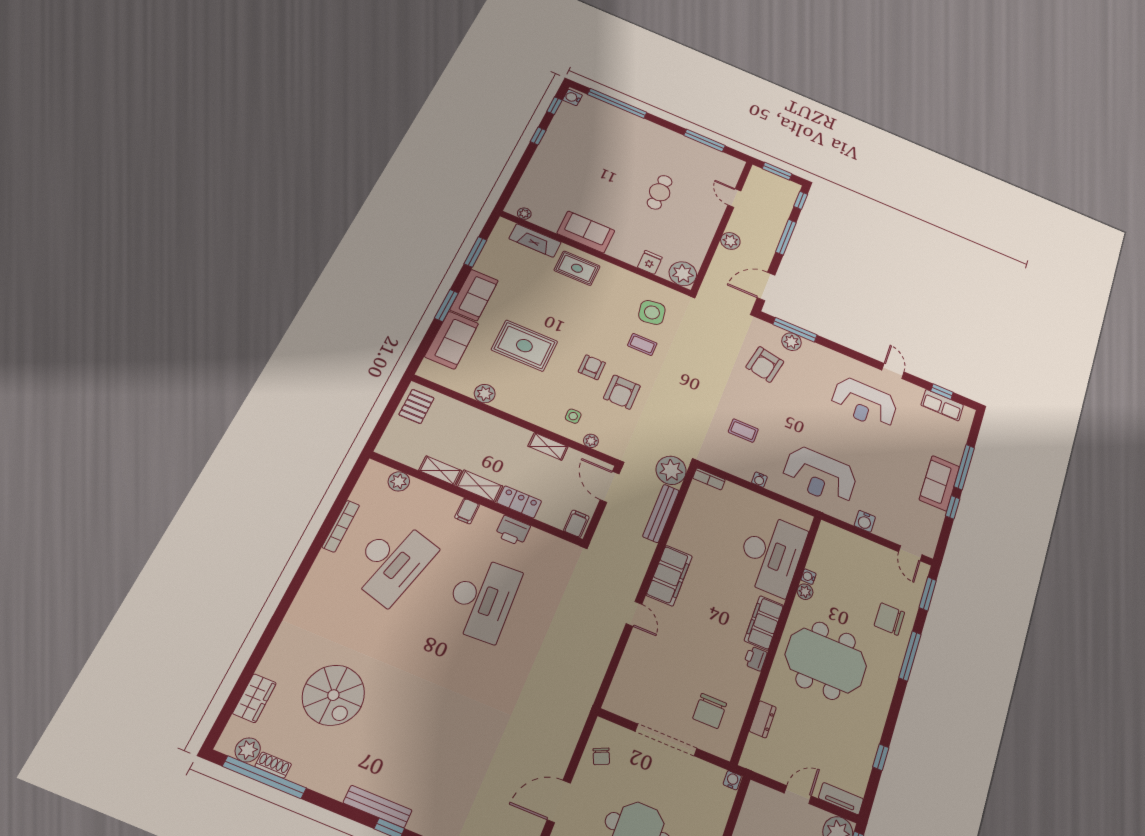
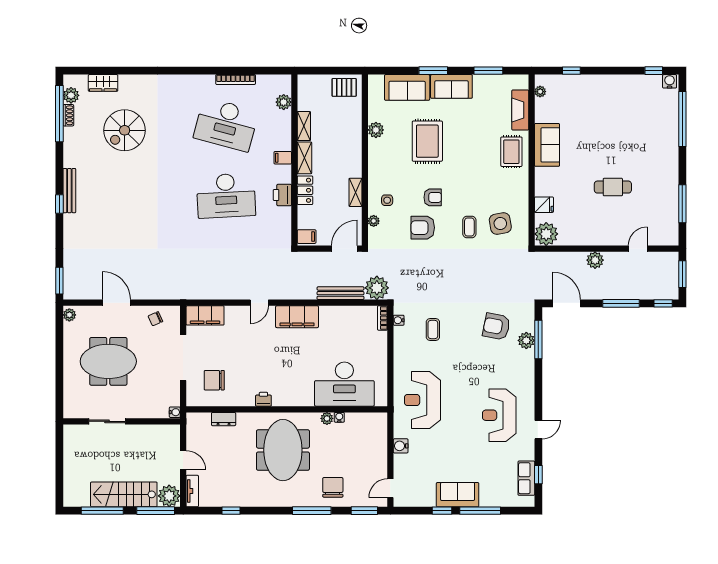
window: (538, 136) -> (571, 71), moved
water cooler: (759, 480) -> (399, 320), moved
filing cabinet: (764, 623) -> (205, 315), moved, turned 180

